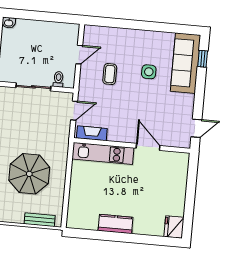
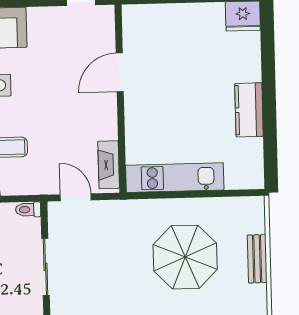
toilet: (58, 79) -> (28, 210), moved
kitchen unit: (103, 153) -> (175, 178), moved, turned -90
bench: (40, 220) -> (257, 259), moved

